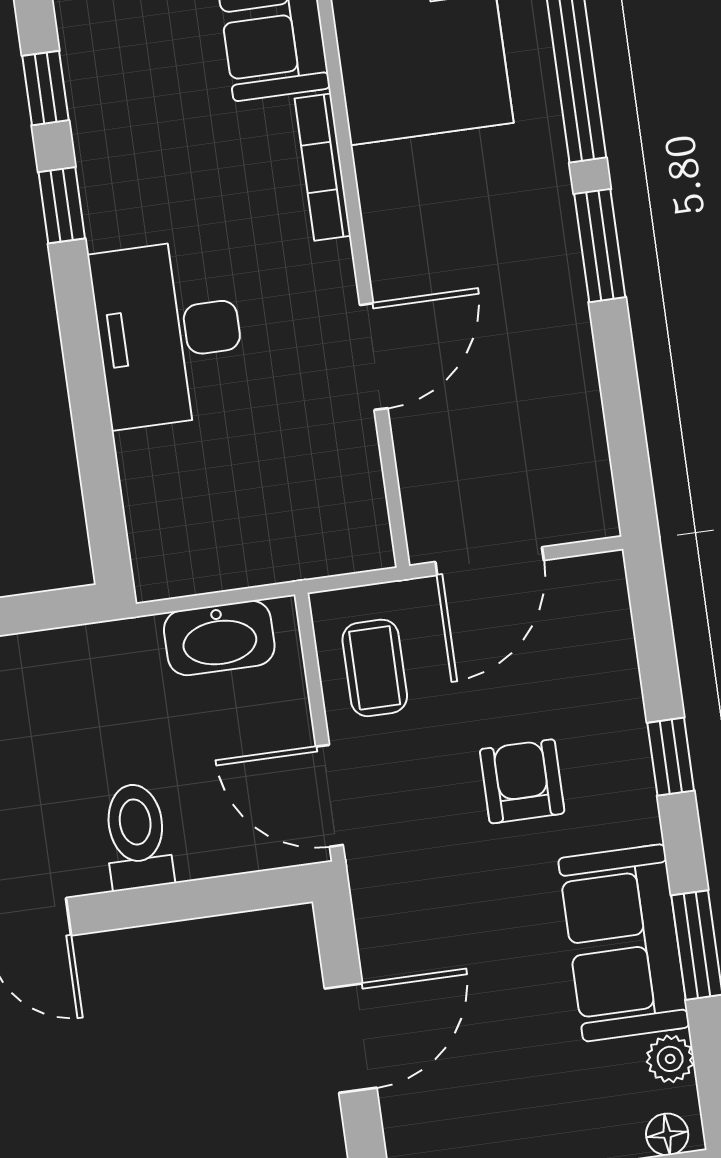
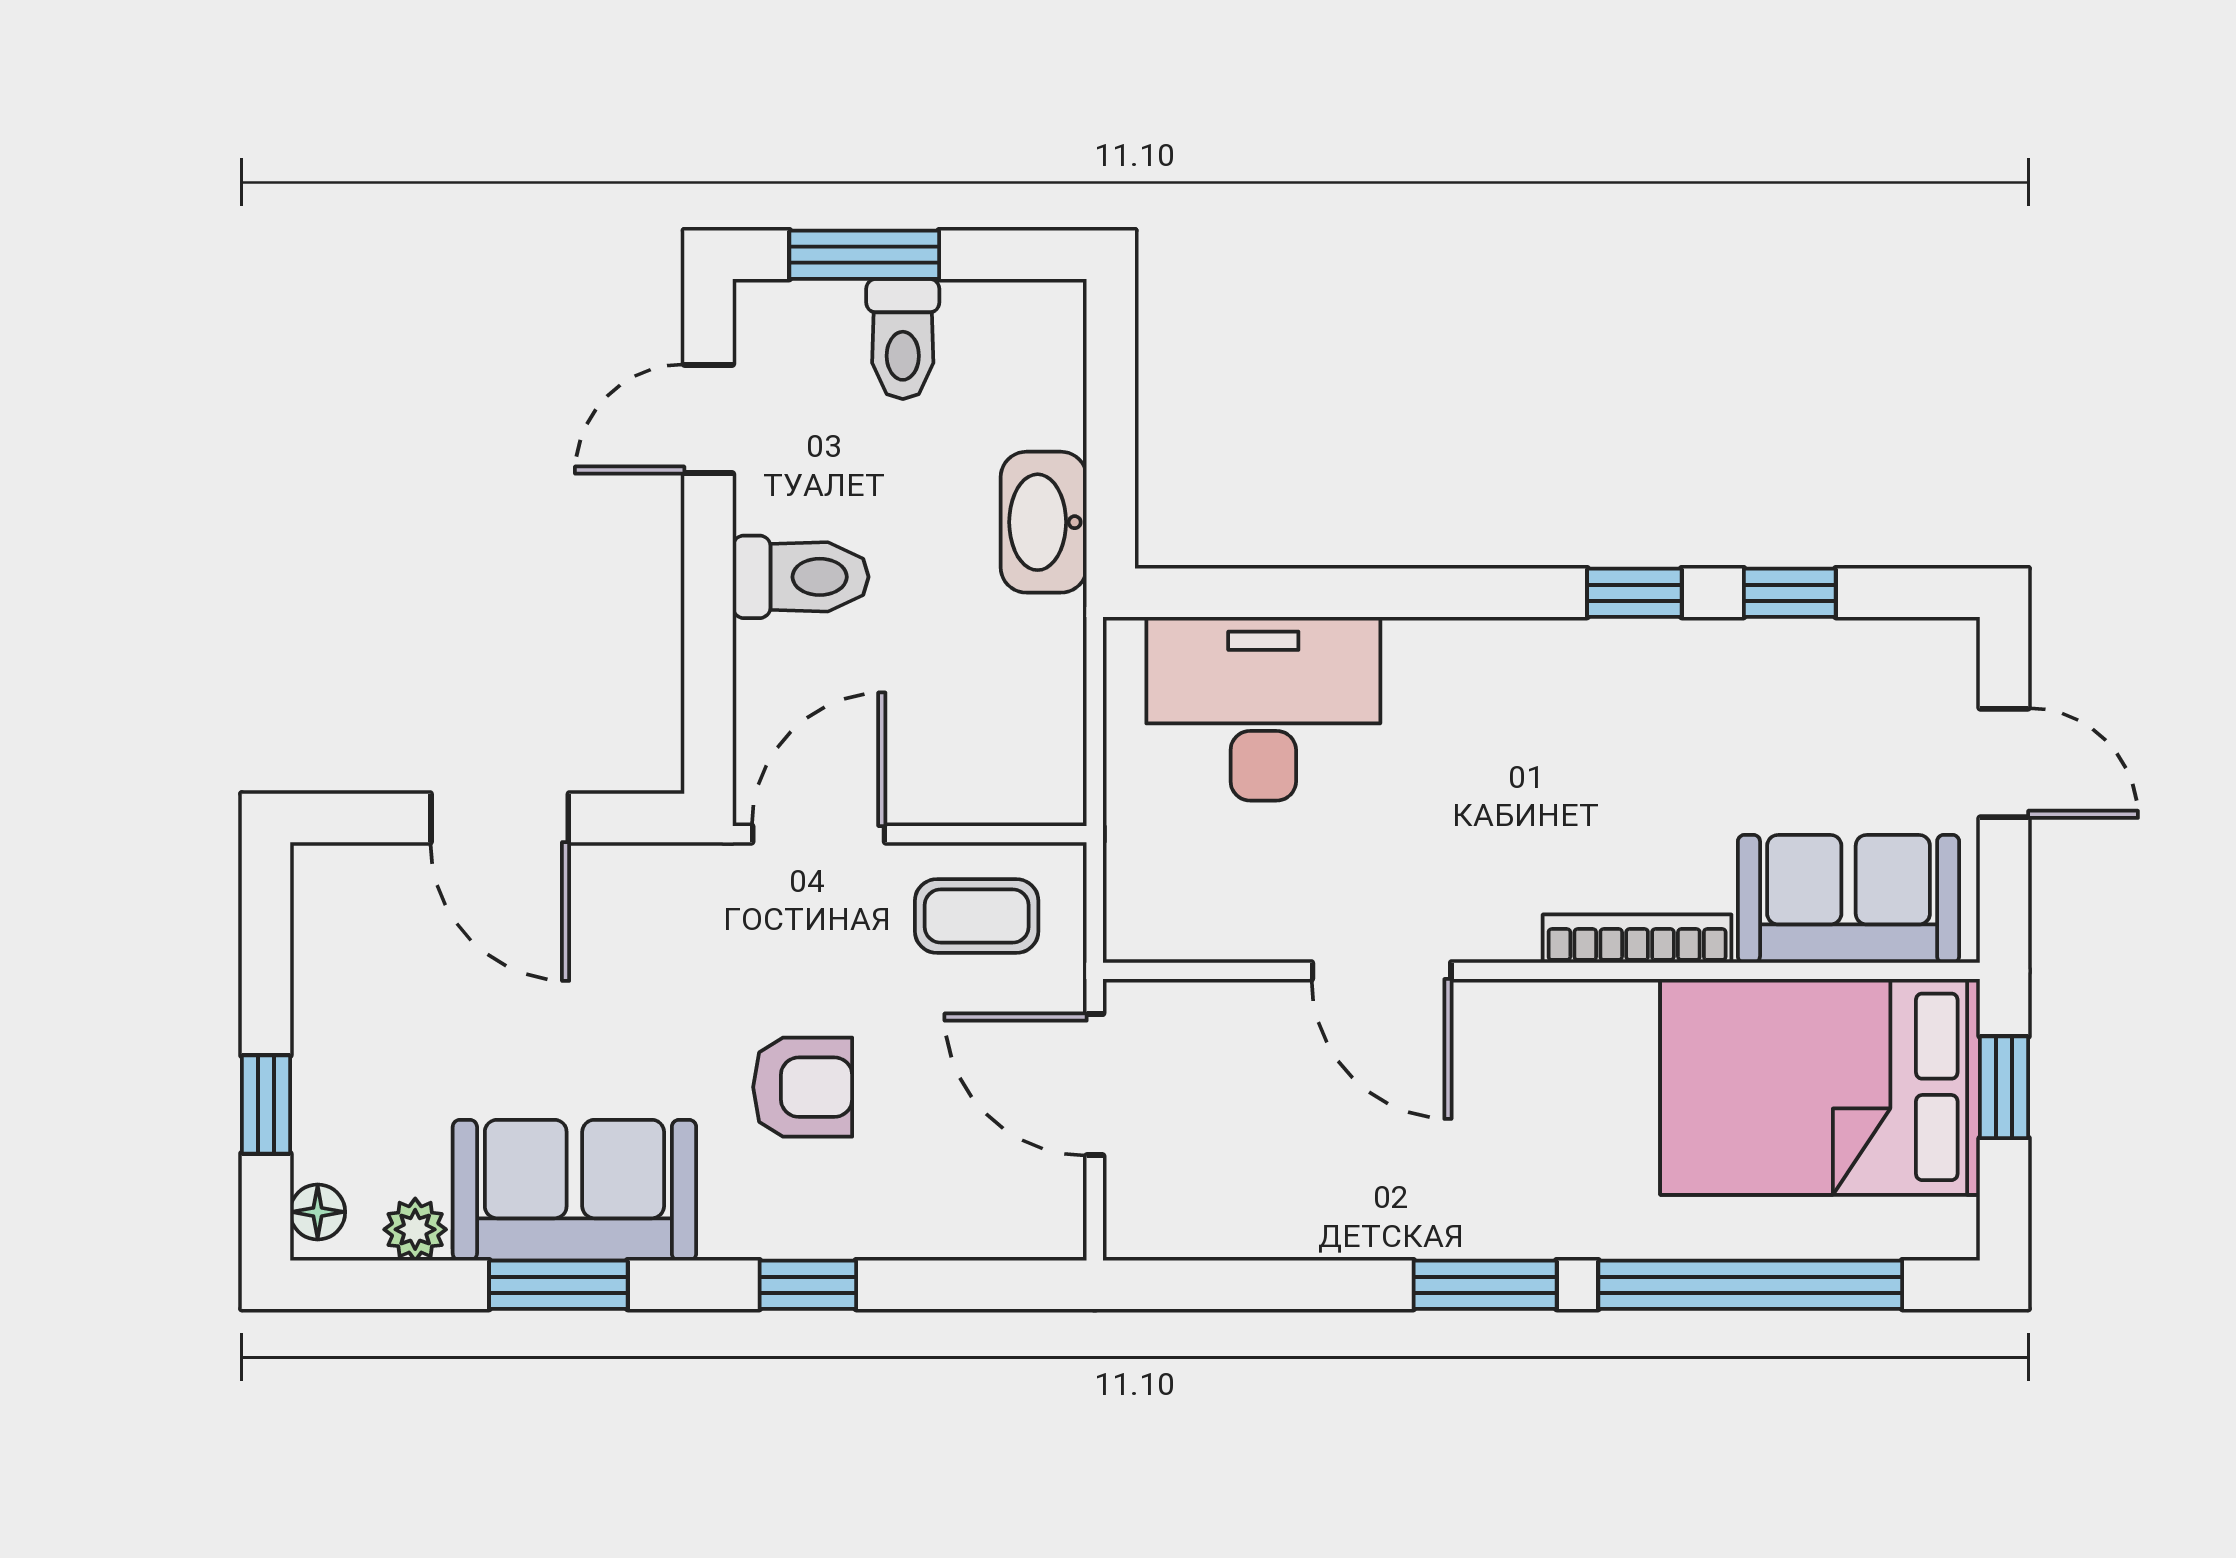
desk: (169, 333) -> (1263, 709), moved
washbasin: (219, 638) -> (1044, 522), moved

